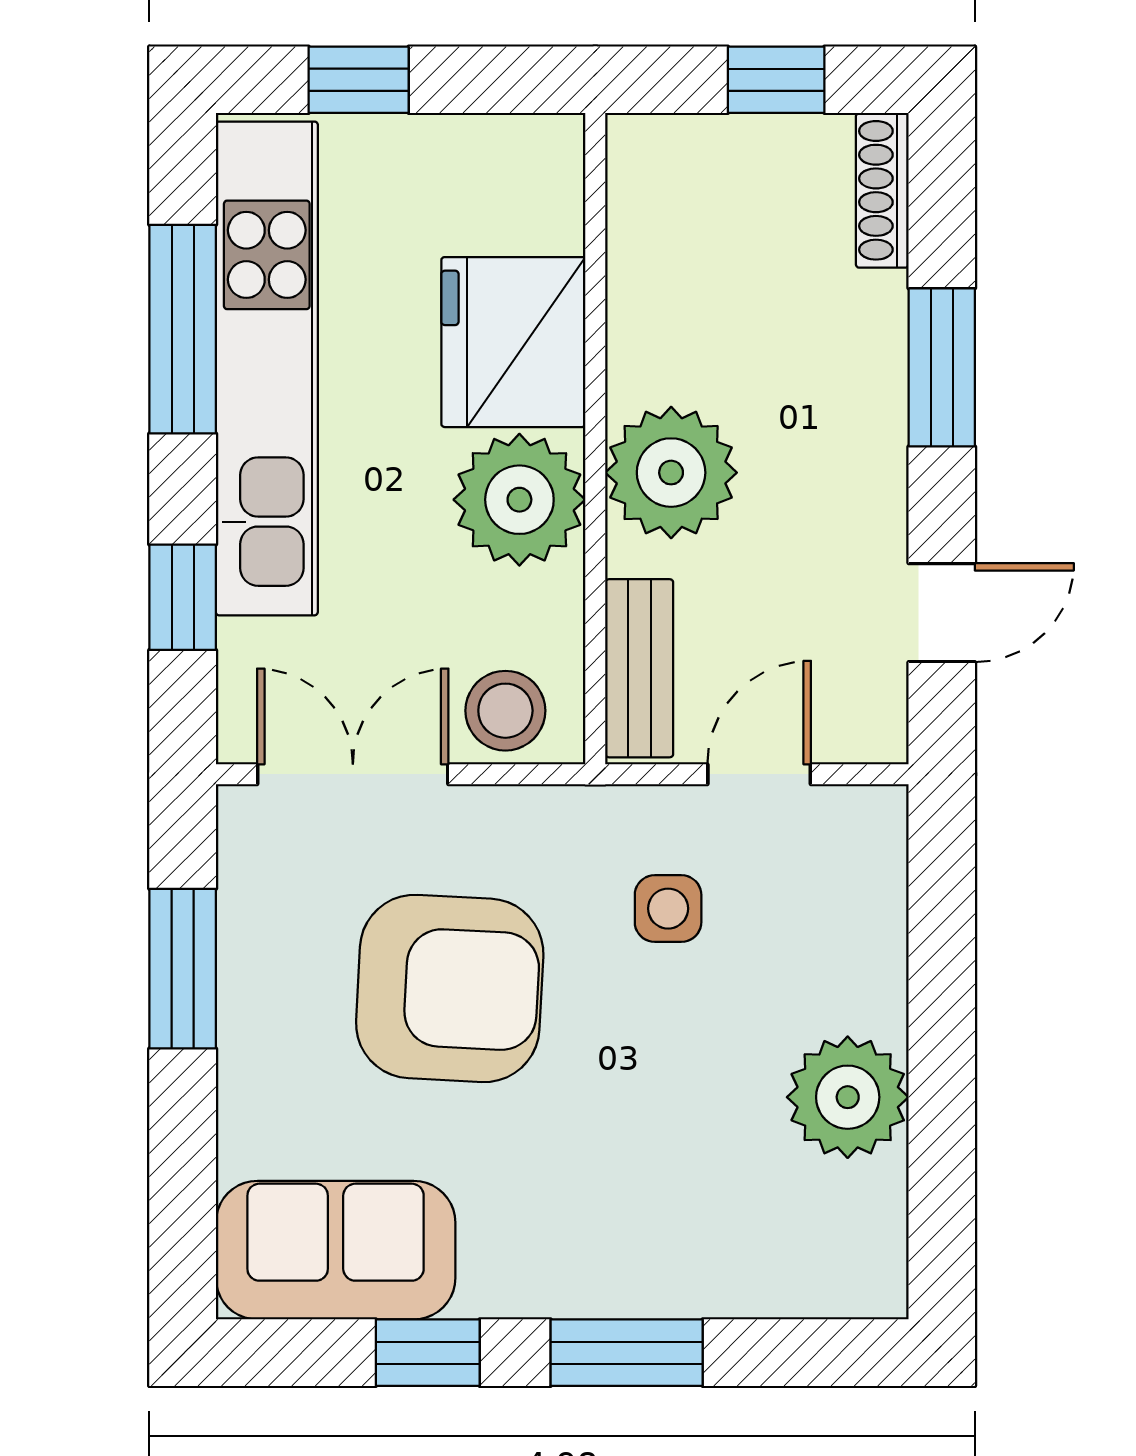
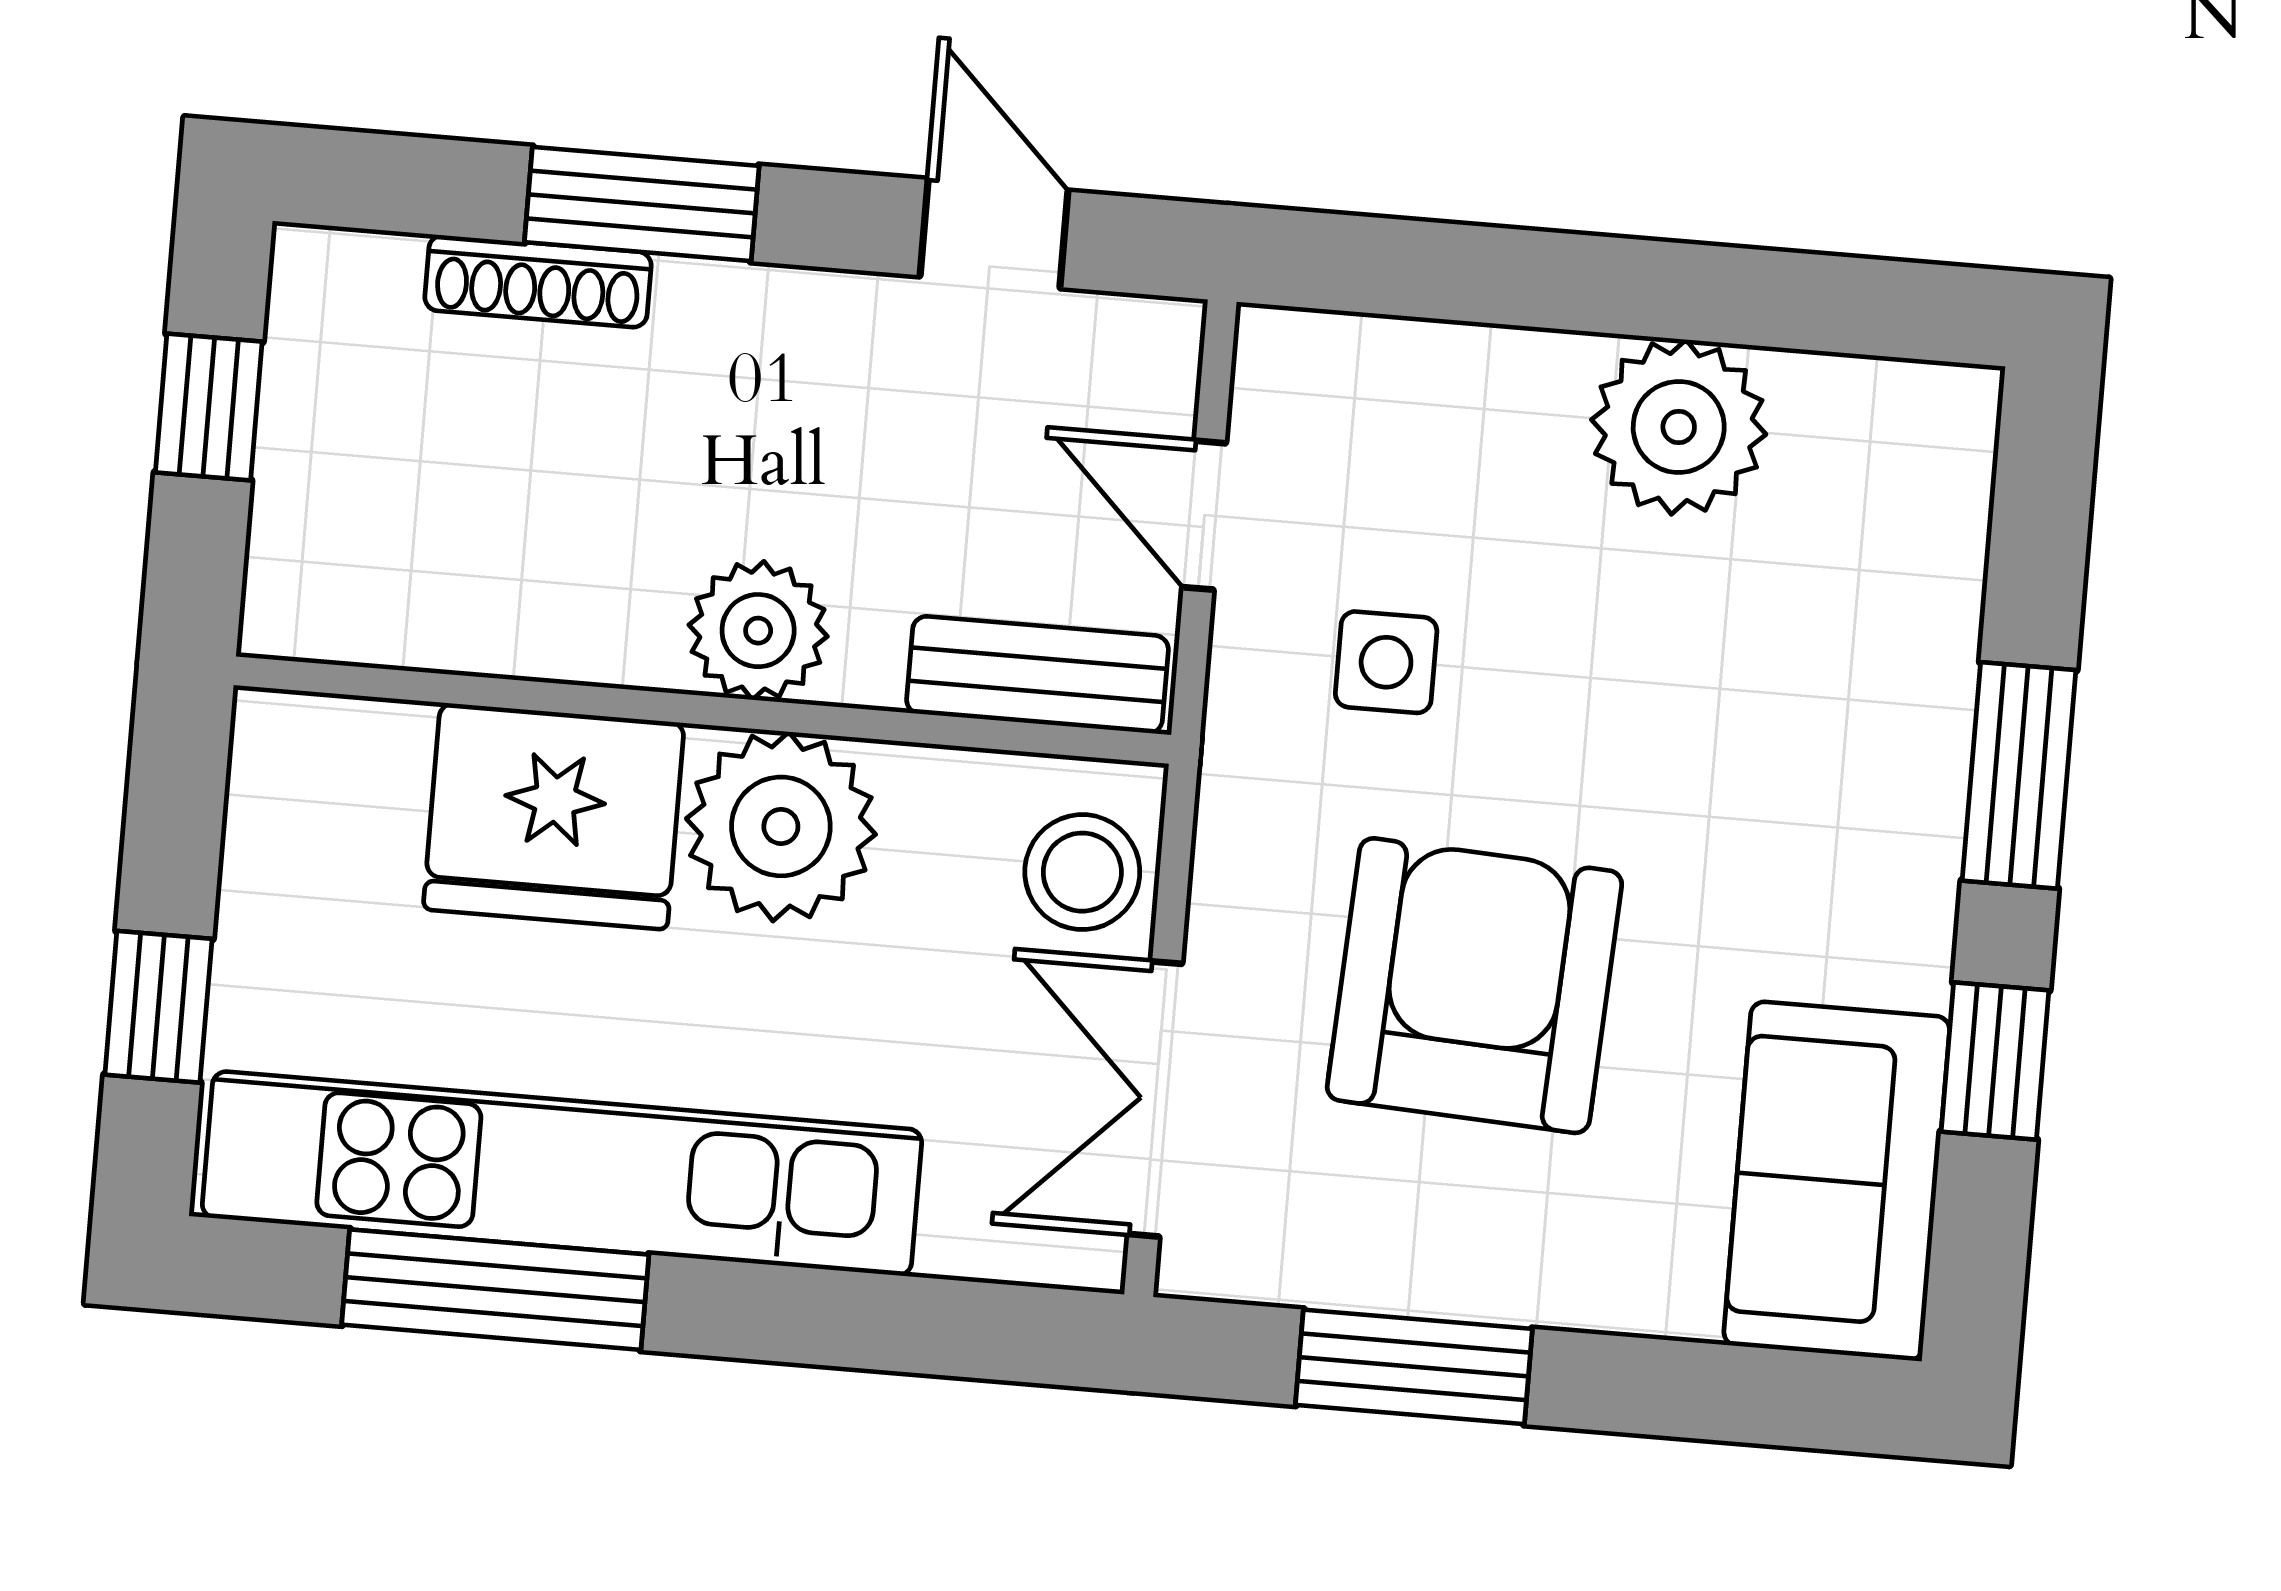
shoe rack: (882, 190) -> (538, 281), moved
plant: (671, 473) -> (758, 631), width x0.73, depth x0.73
window: (183, 597) -> (881, 1322), removed

